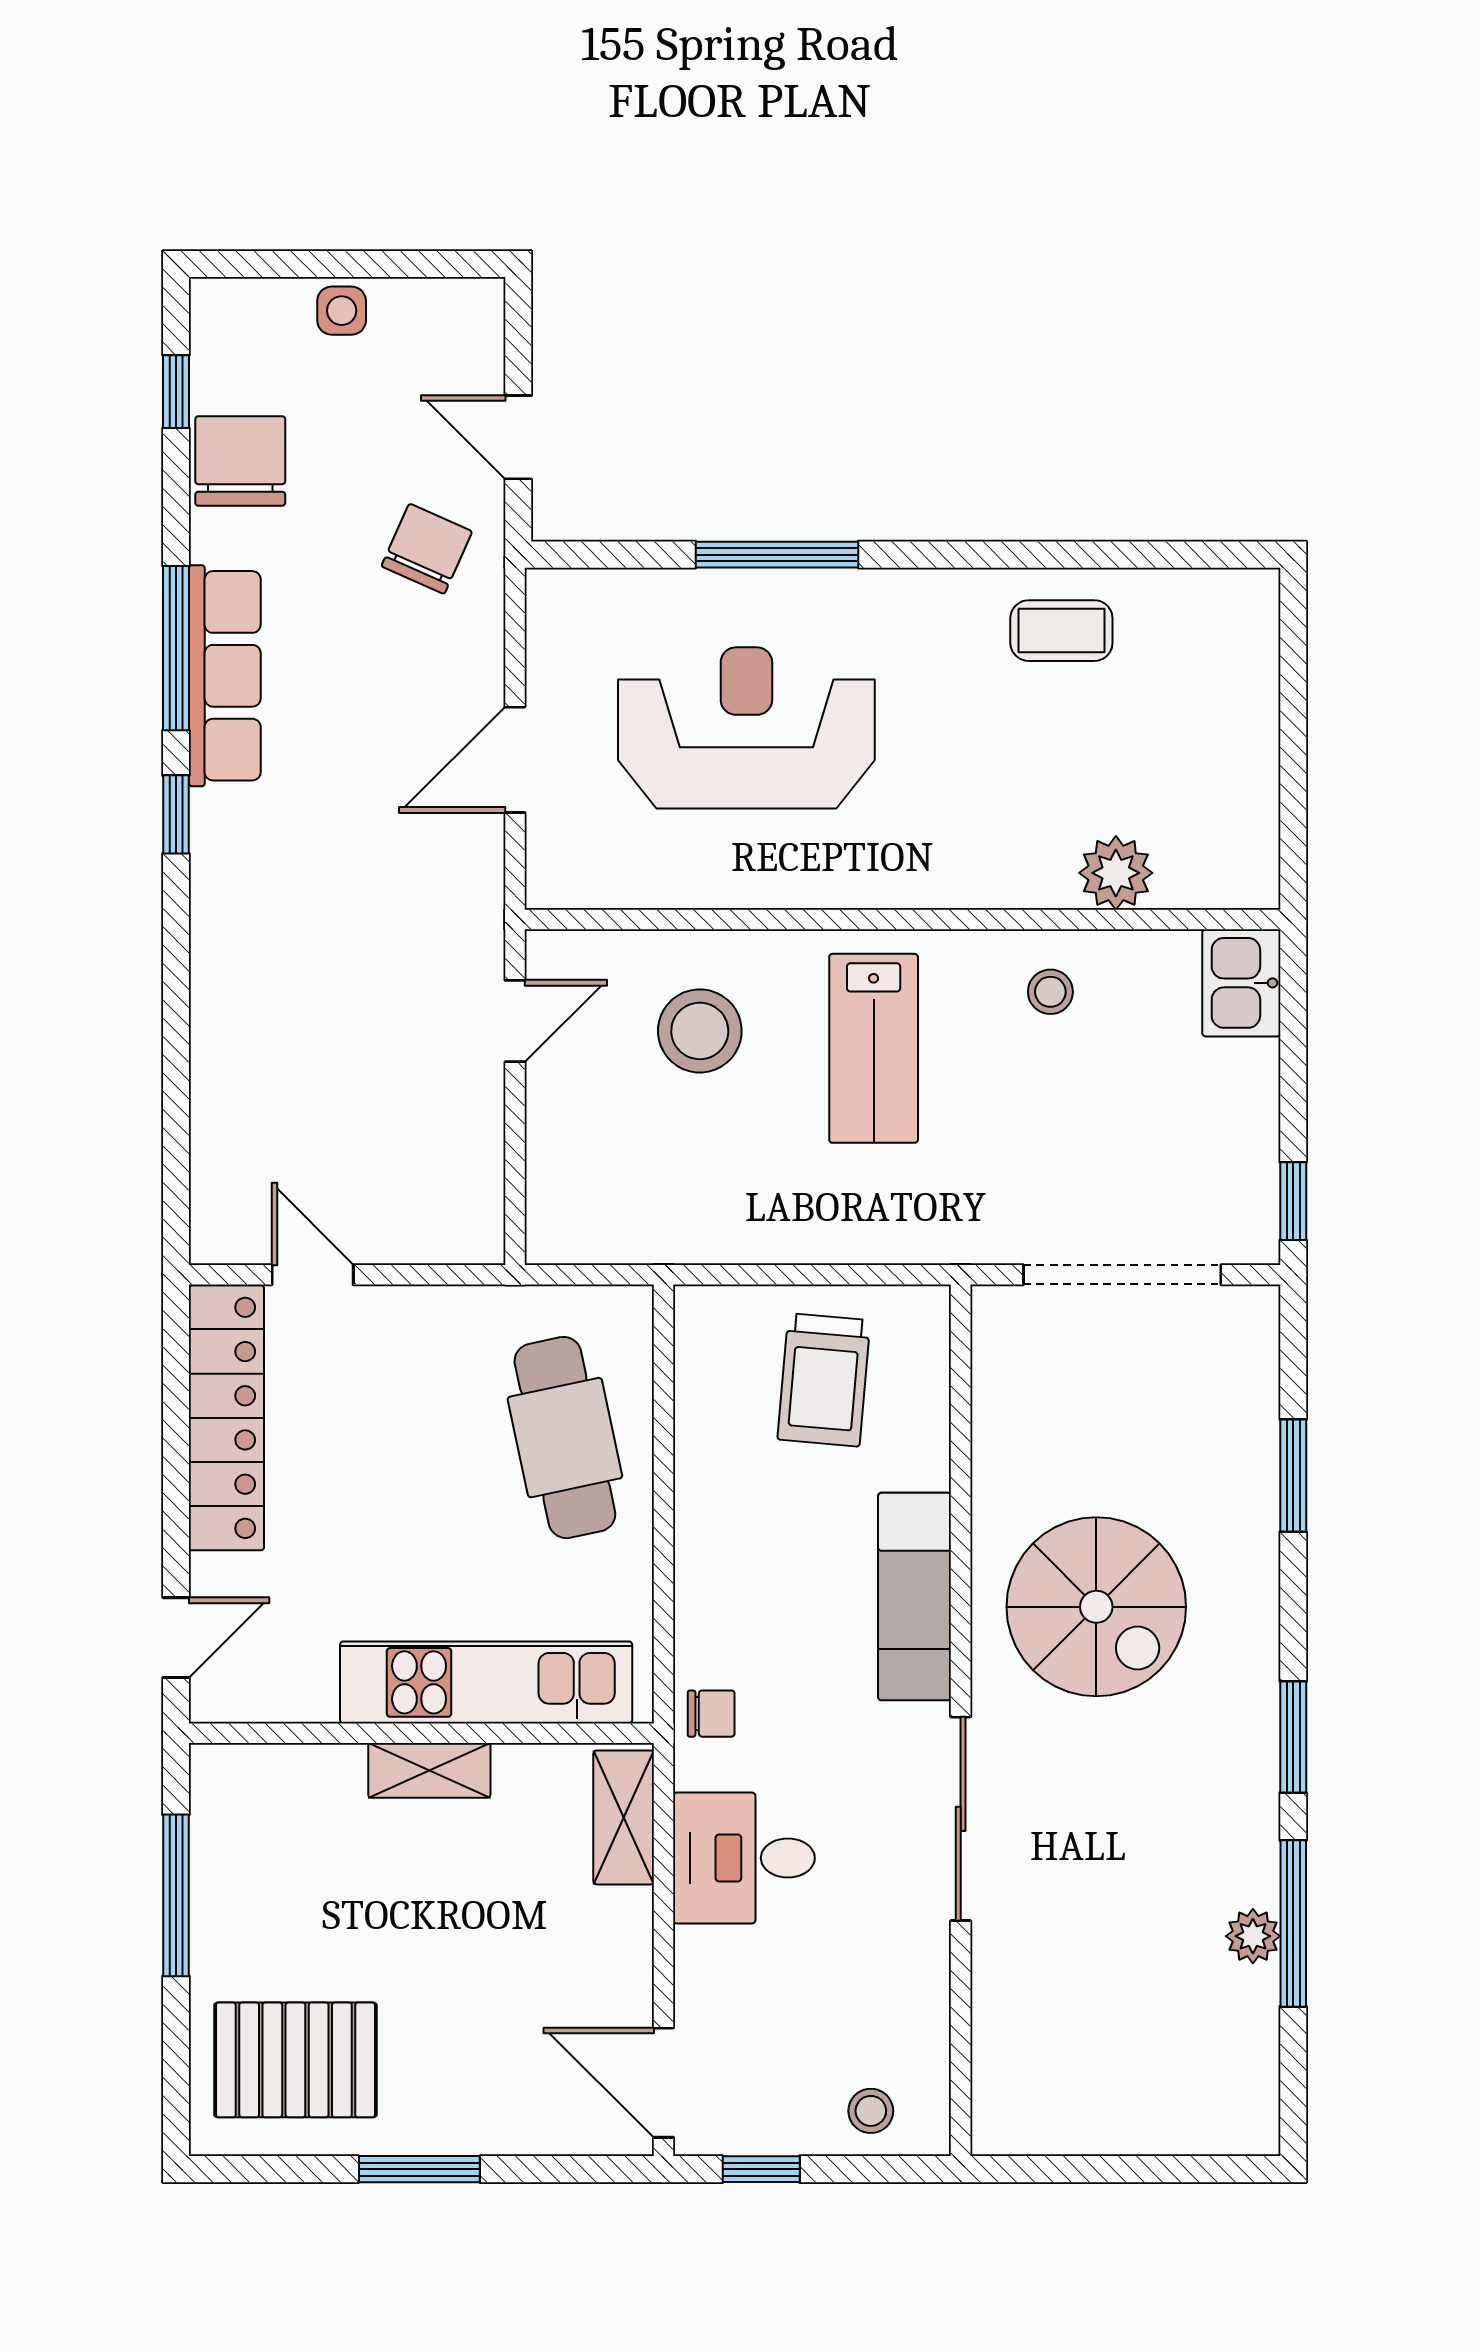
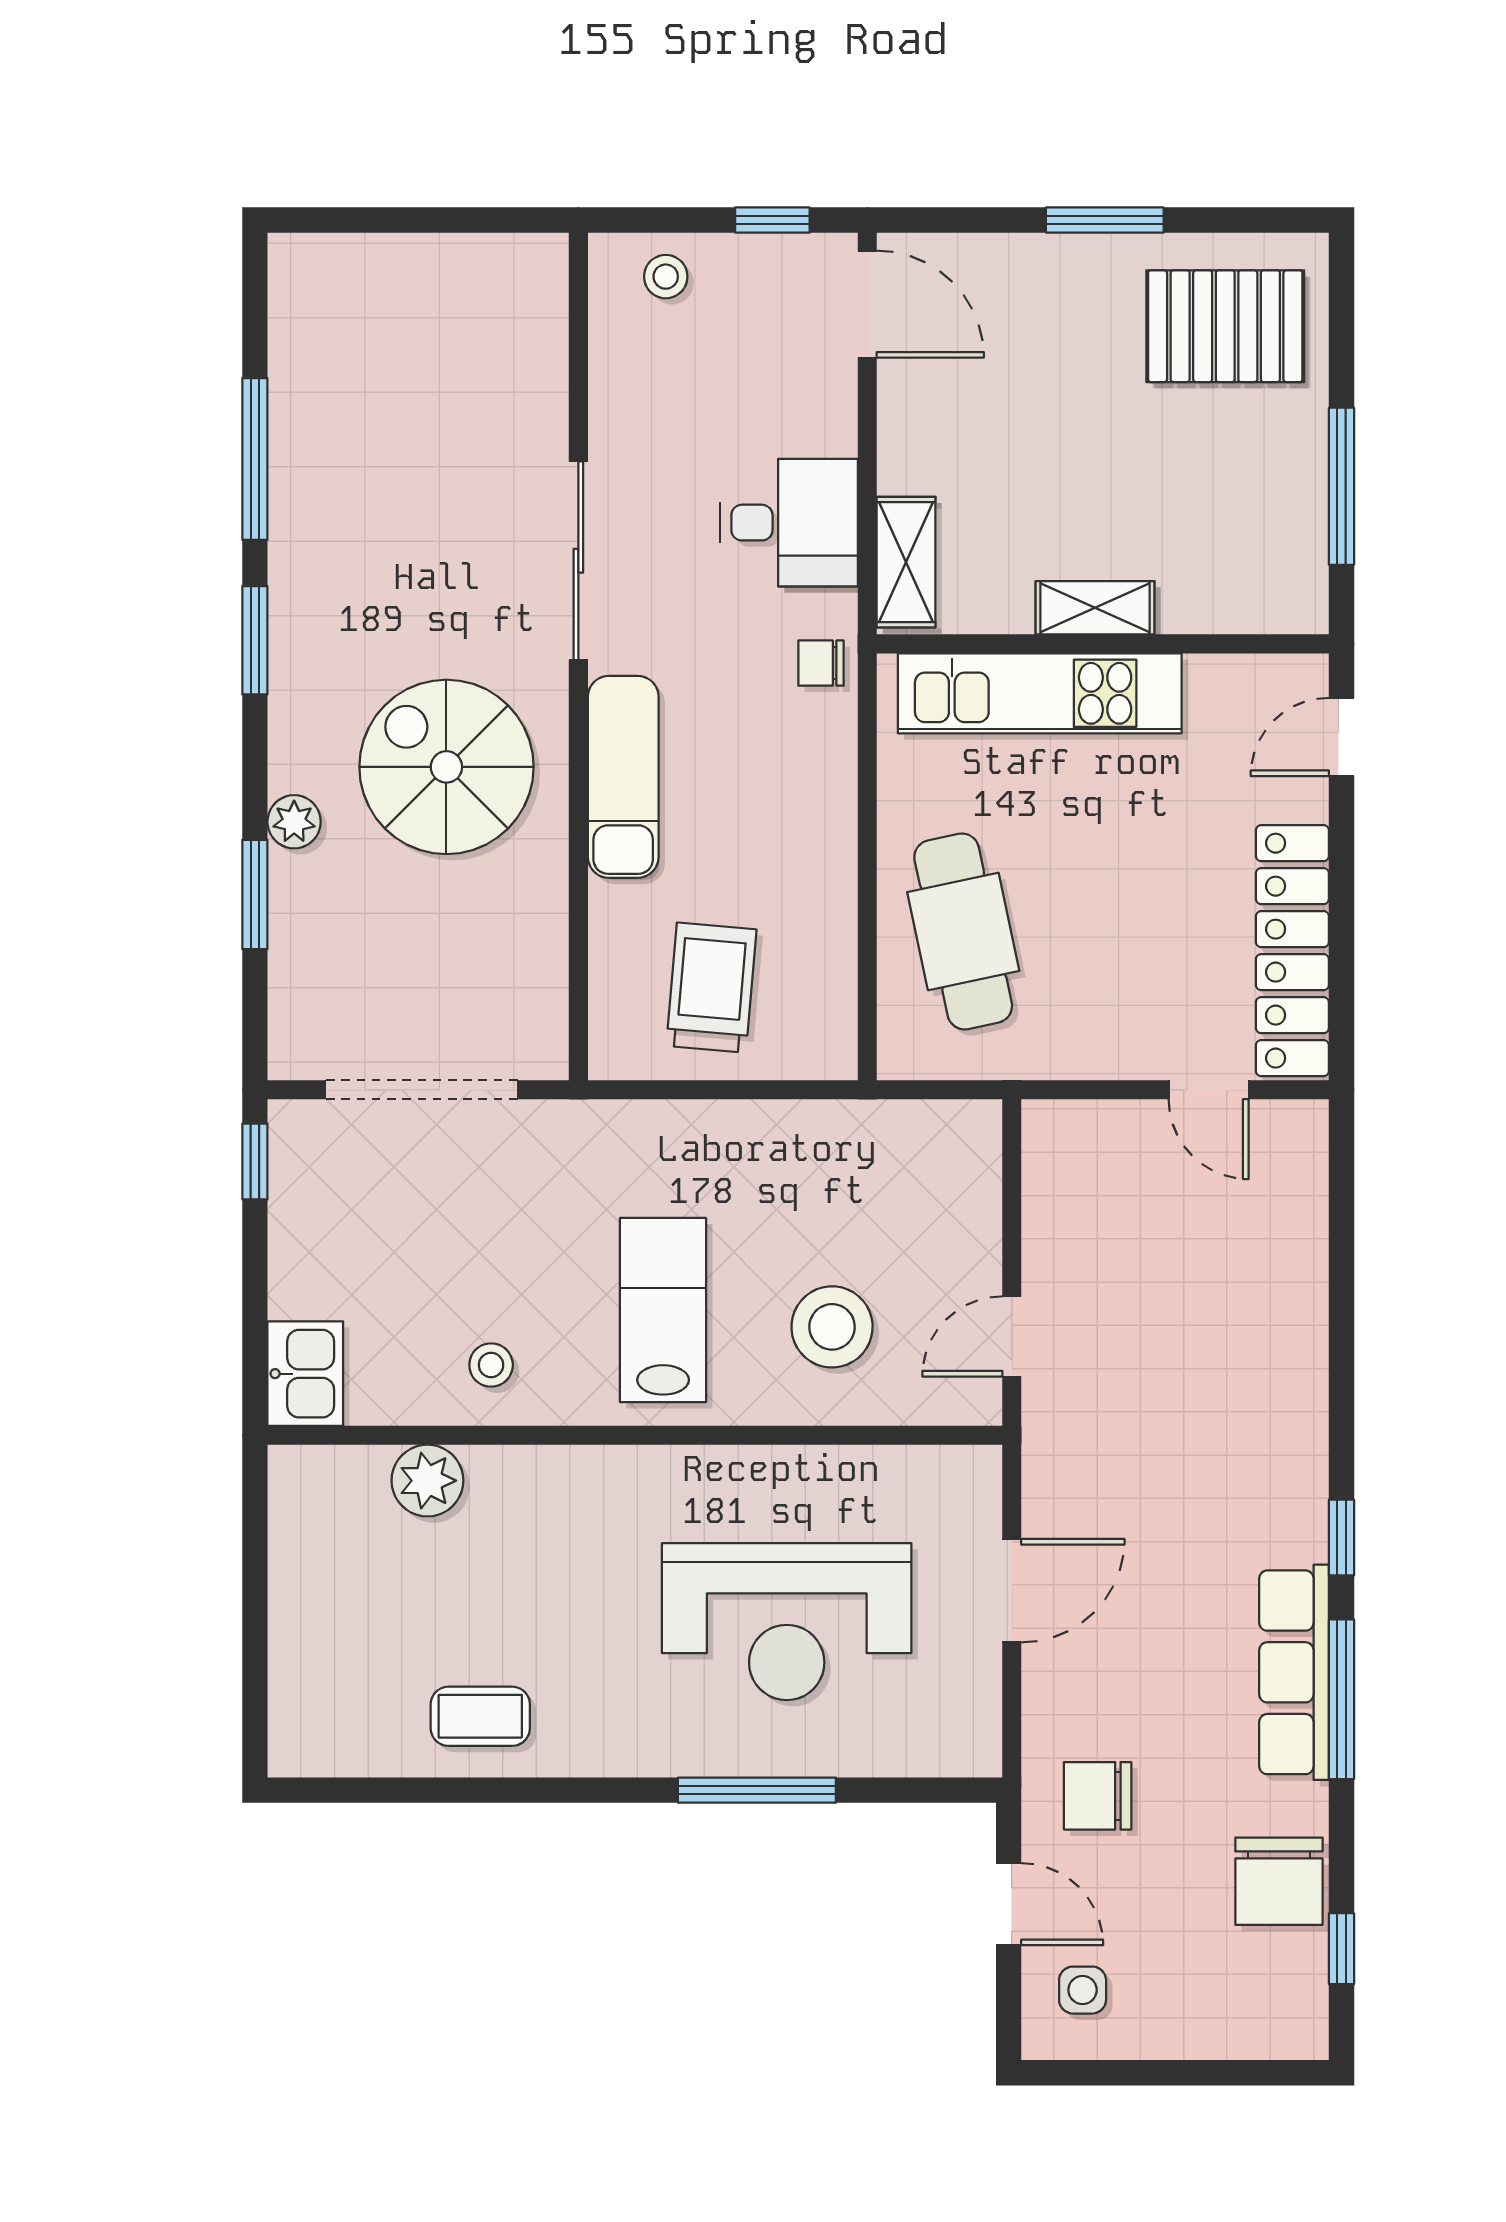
side table: (342, 311) -> (1083, 1990), moved
chair: (427, 549) -> (1098, 1796), turned 66
plant: (1253, 1936) -> (294, 822), moved

